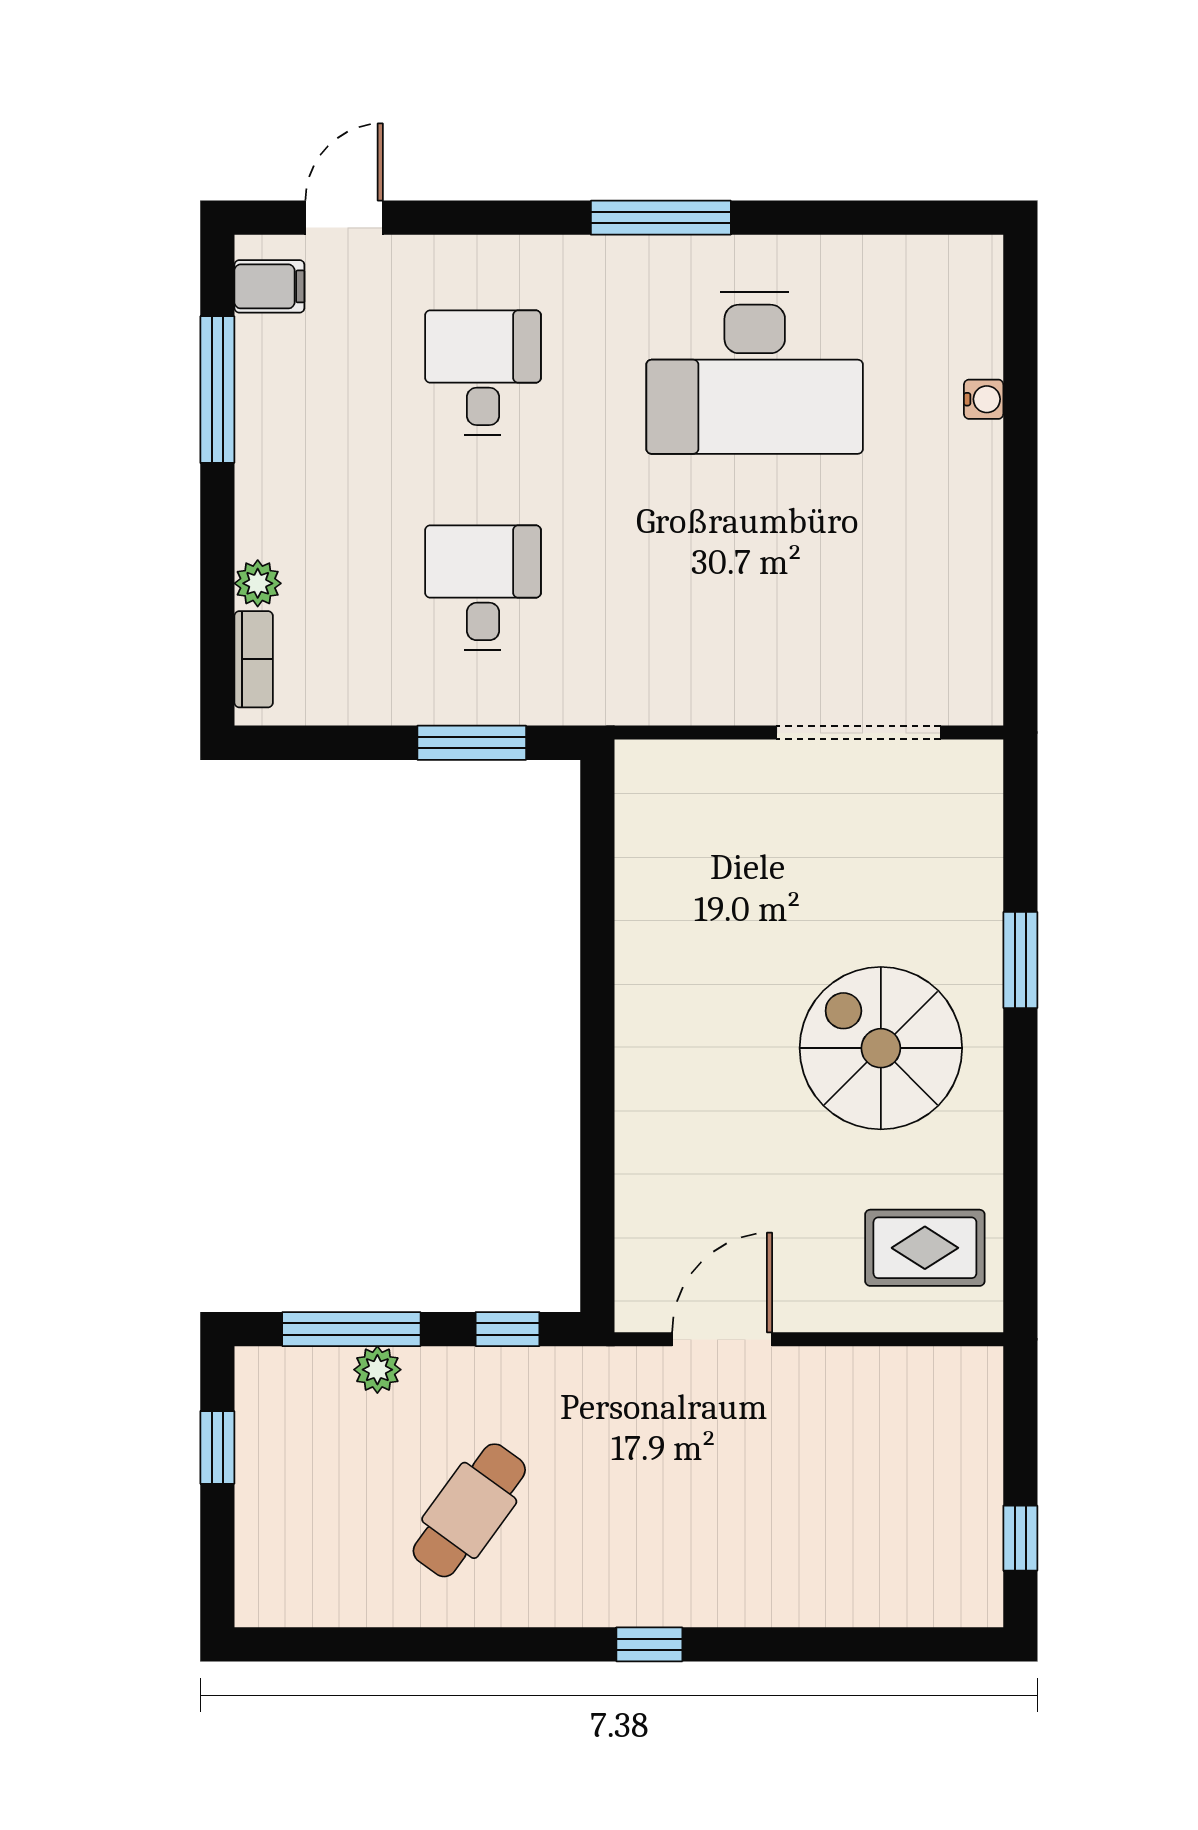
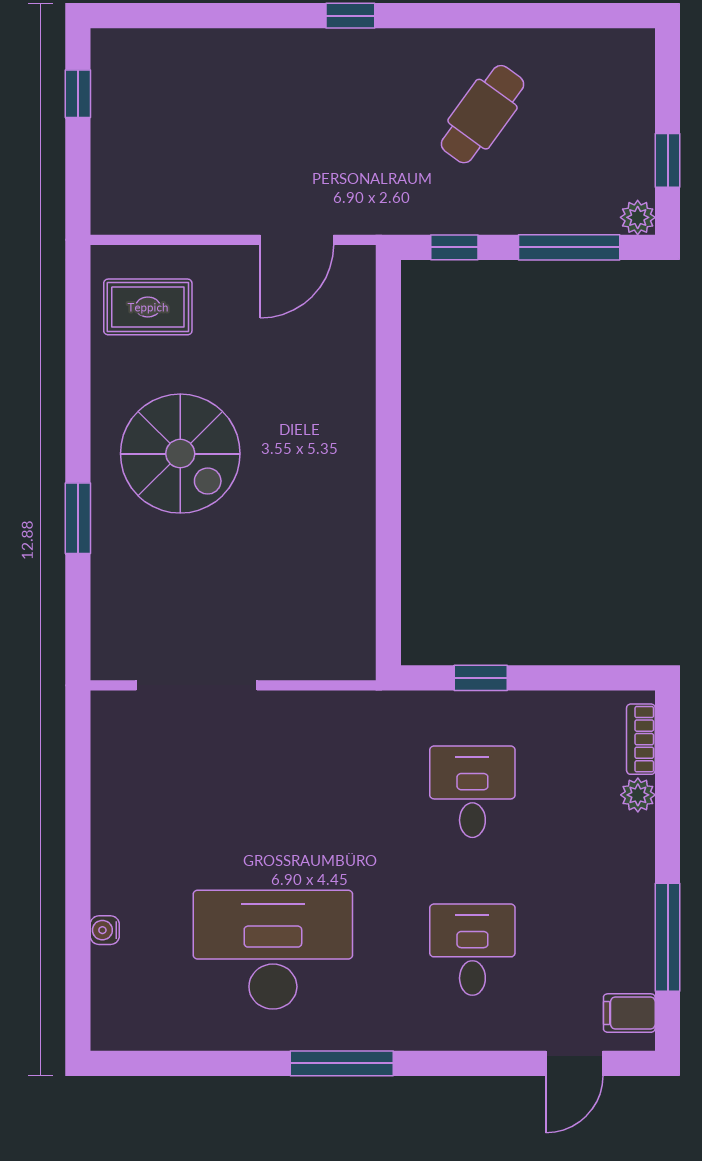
desk: (483, 373) -> (472, 950), turned 180
desk: (483, 588) -> (472, 792), turned 180
window: (472, 743) -> (481, 678), width x0.67
plant: (377, 1370) -> (638, 217), moved

